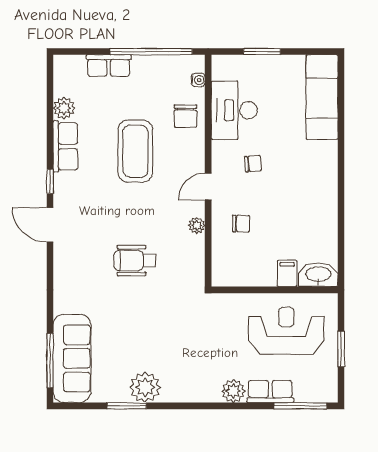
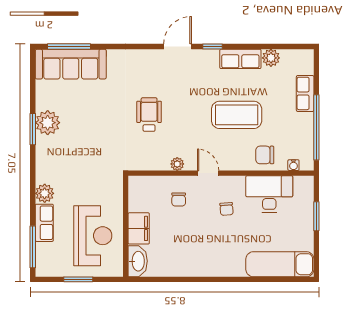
filing cabinet: (287, 274) -> (139, 228), width x2.00
window: (127, 406) -> (33, 129), moved

